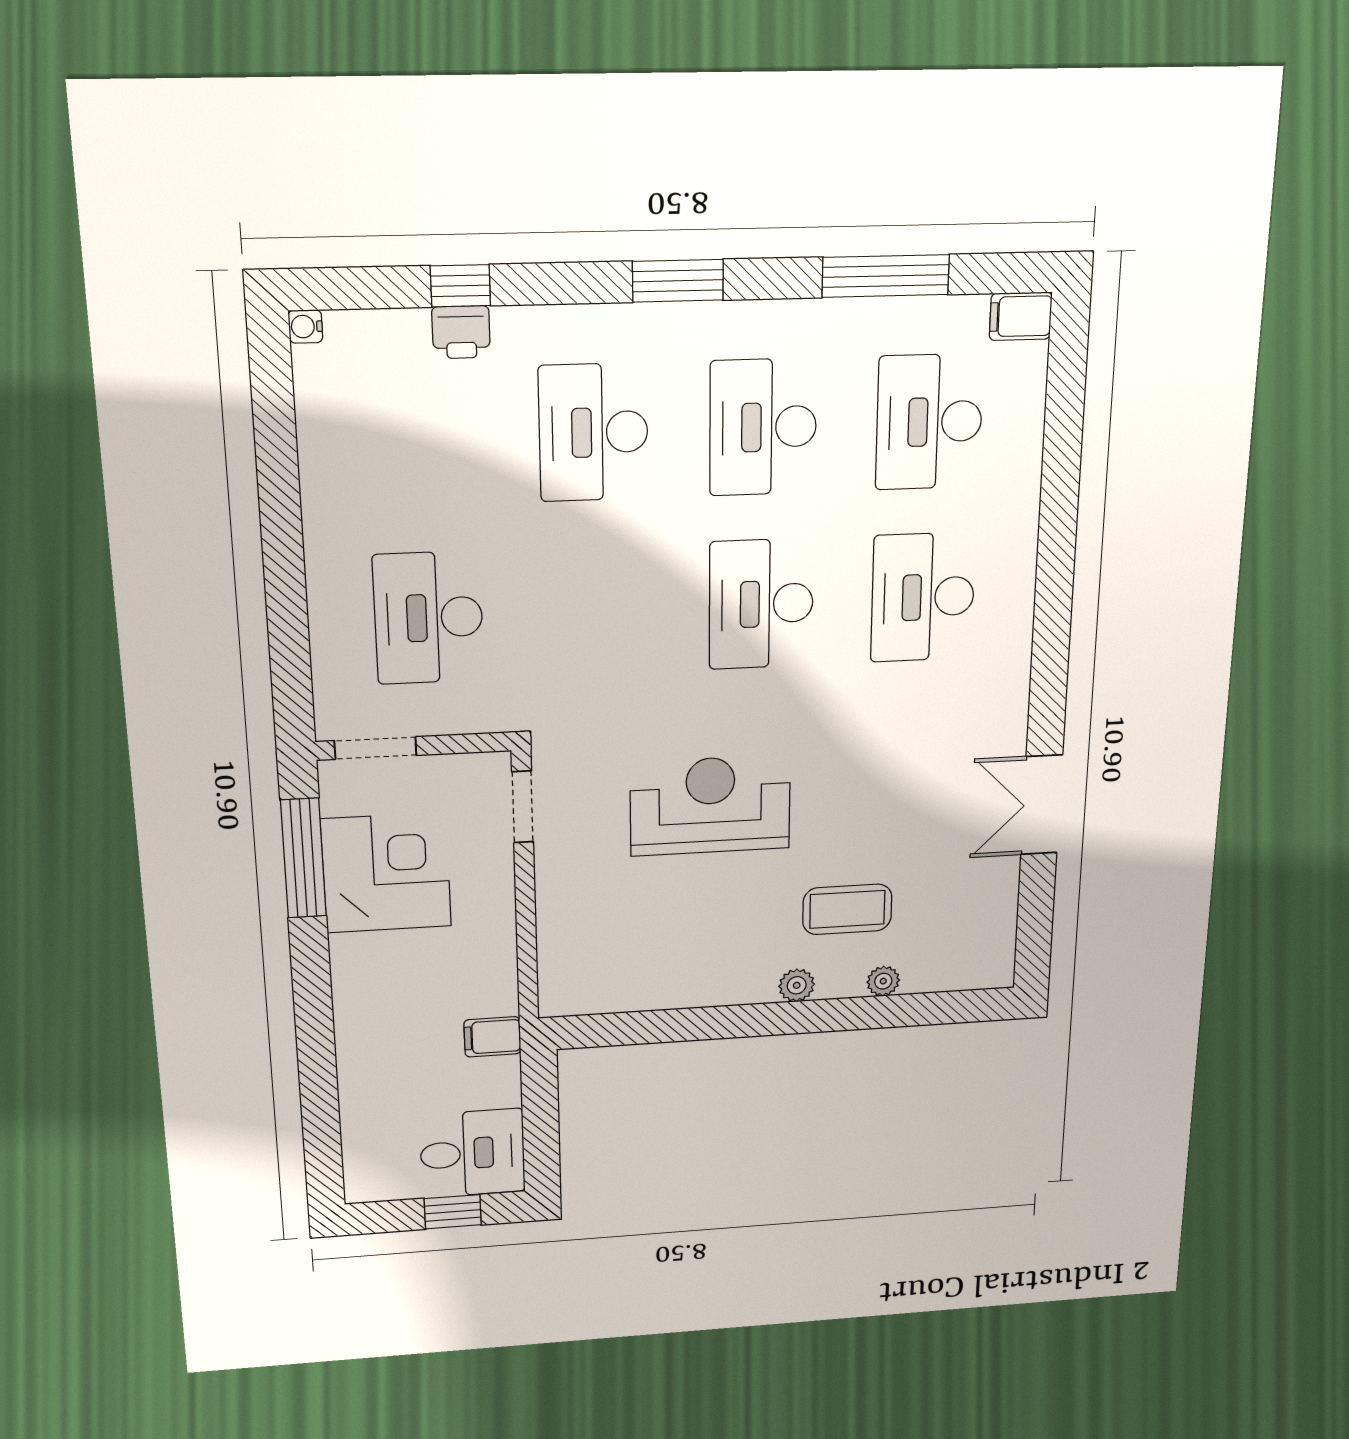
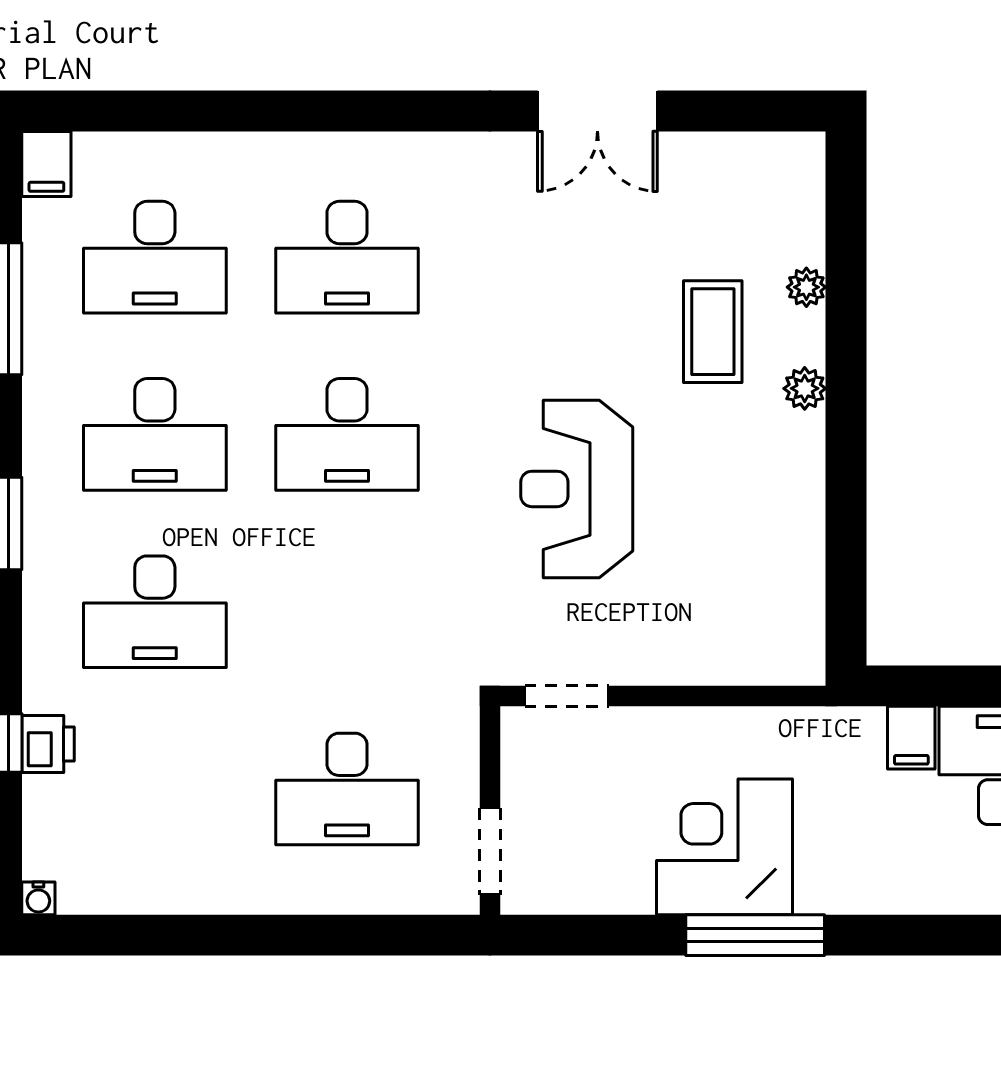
window: (303, 858) -> (755, 935), moved
corner desk: (386, 873) -> (724, 847), moved
filing cabinet: (492, 1037) -> (911, 738), moved

